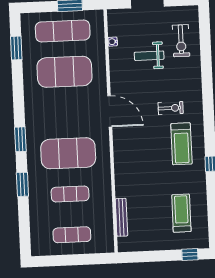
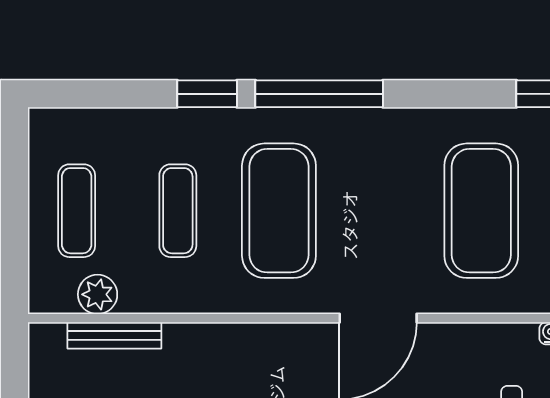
window: (20, 139) -> (319, 94), width x2.11
plant: (105, 225) -> (98, 294), added

